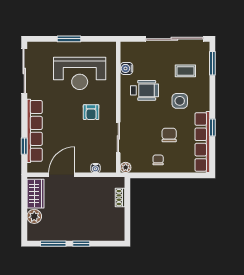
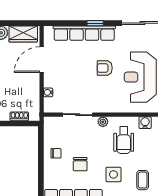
armchair: (91, 112) -> (105, 68), moved
chair: (169, 135) -> (80, 164), turned 90
window: (24, 146) -> (95, 23), moved
plant: (126, 167) -> (103, 122), moved
door: (62, 175) -> (42, 60), swing flipped

